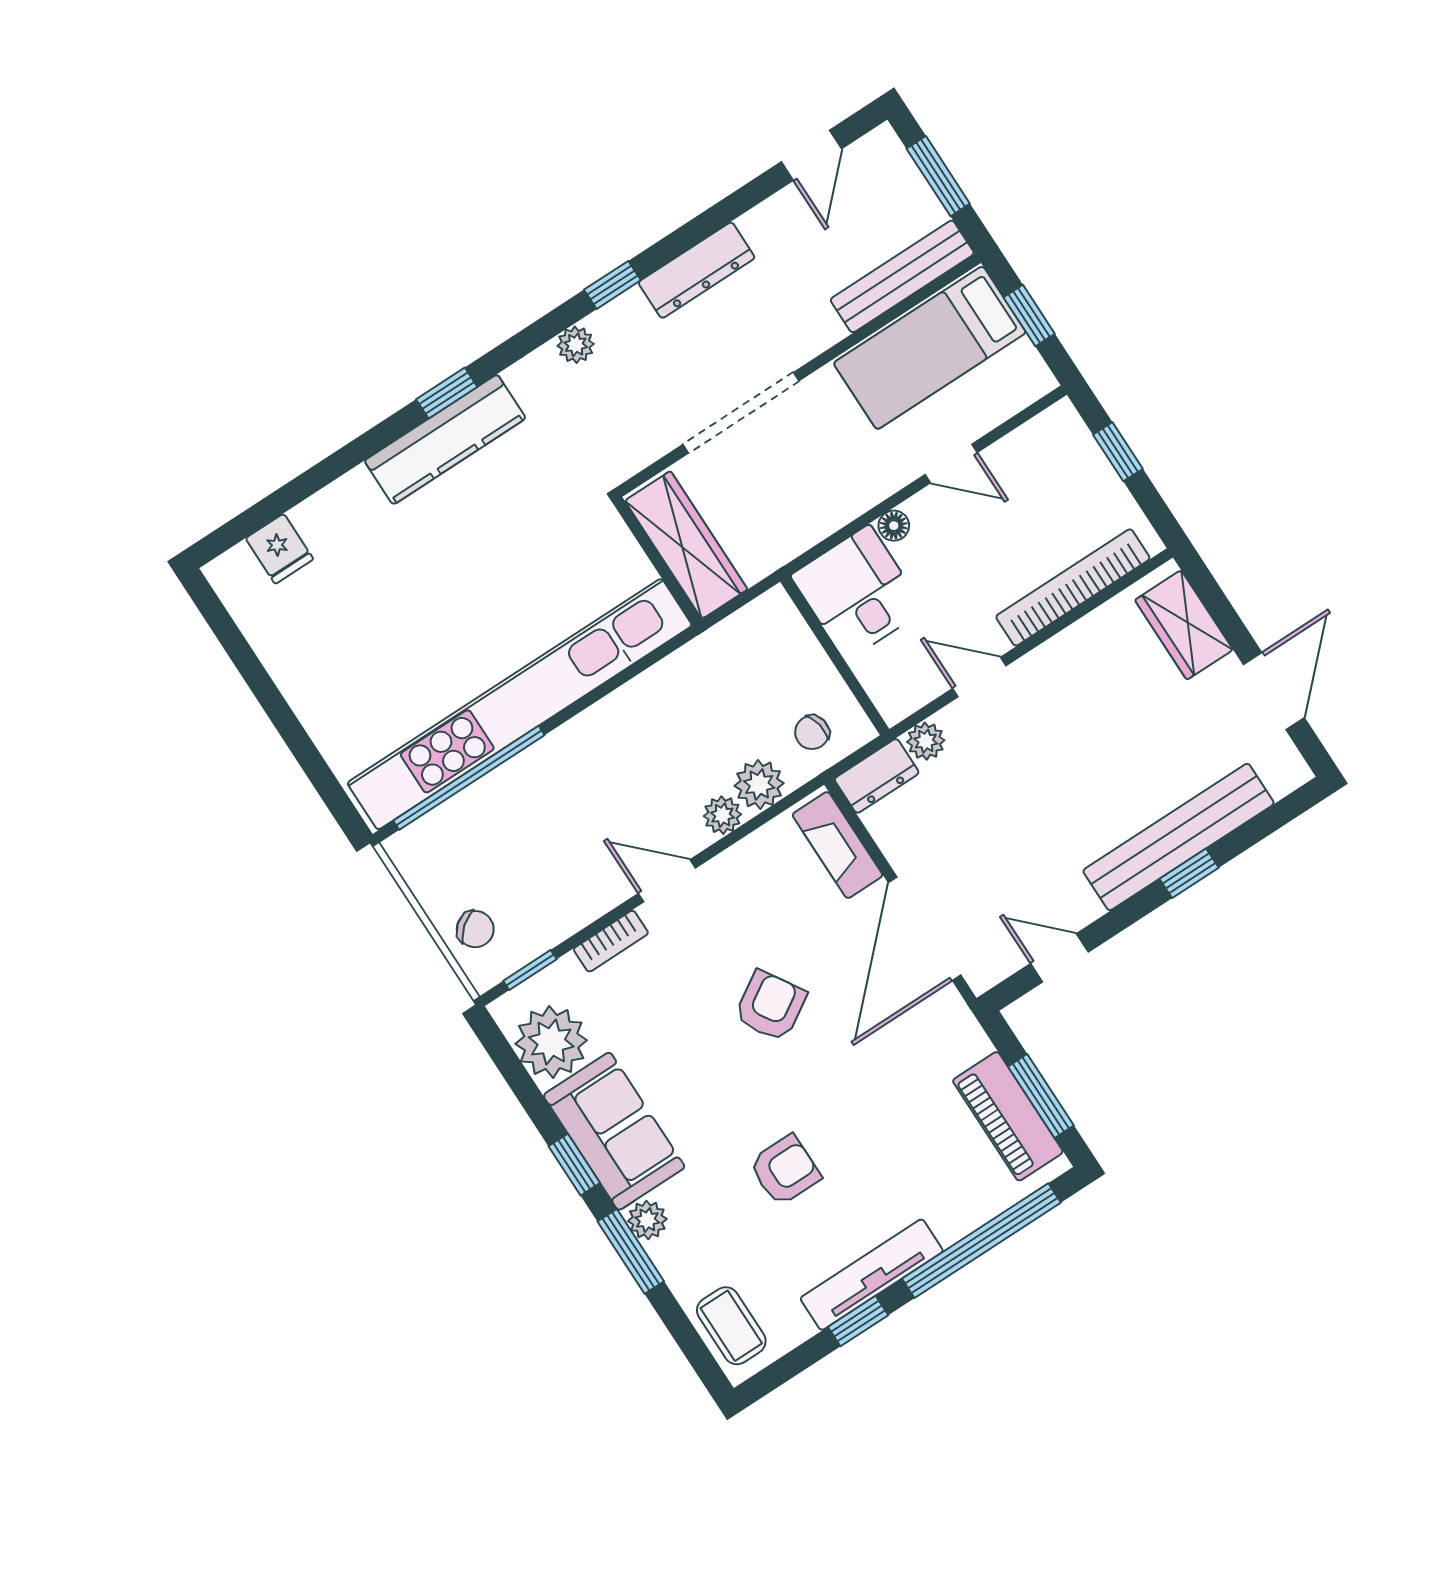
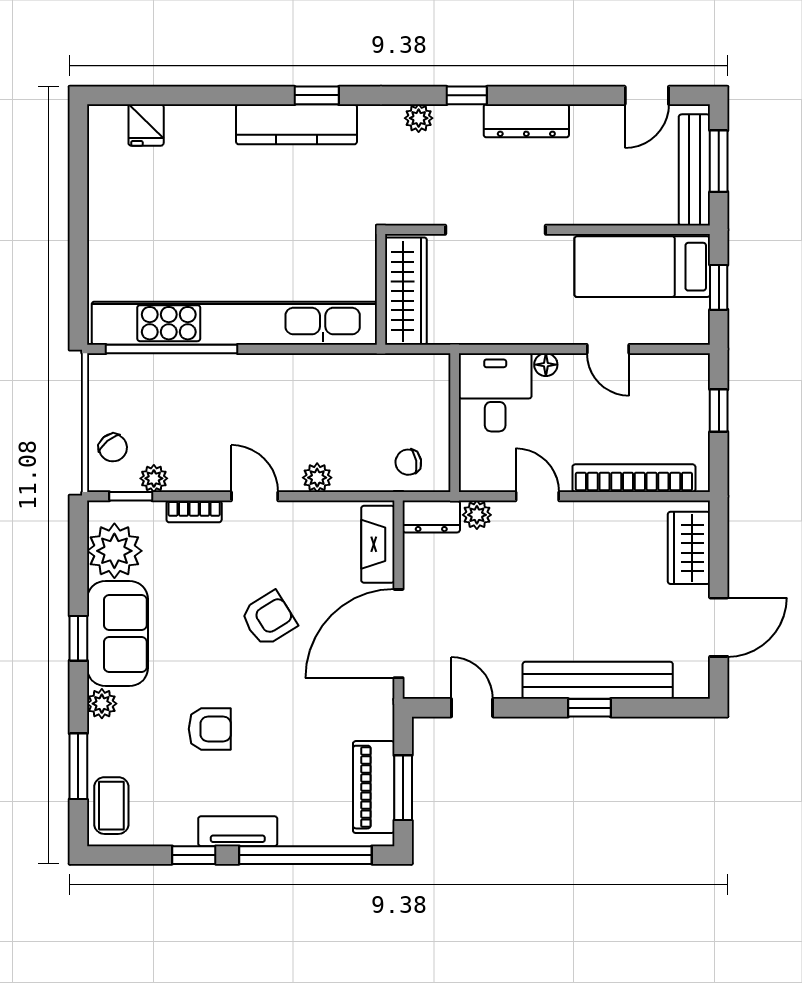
bench: (902, 276) -> (694, 170), moved, turned 90
plant: (759, 784) -> (154, 478), moved, width x0.73, depth x0.73
window: (631, 1251) -> (78, 766), moved
tv unit: (872, 1275) -> (238, 831), width x0.71

